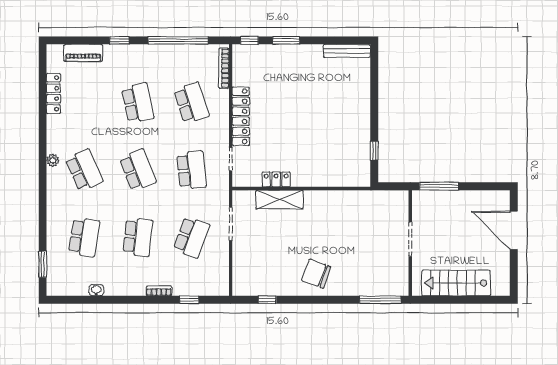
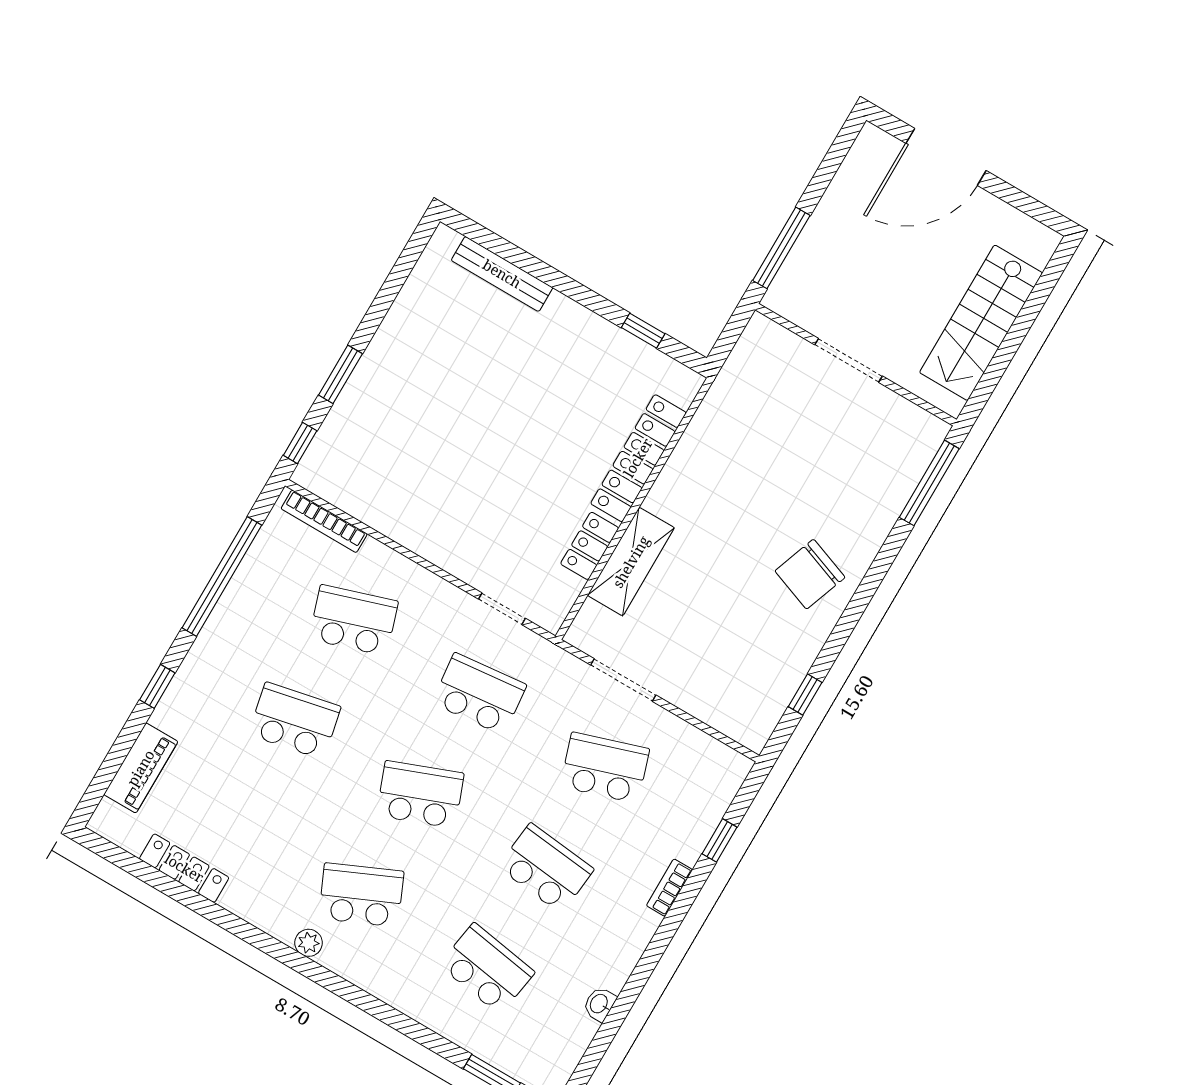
bench: (347, 51) -> (502, 274), moved, turned 90
locker: (241, 116) -> (638, 458), moved, turned -90
school desk: (191, 237) -> (605, 768), turned -39

